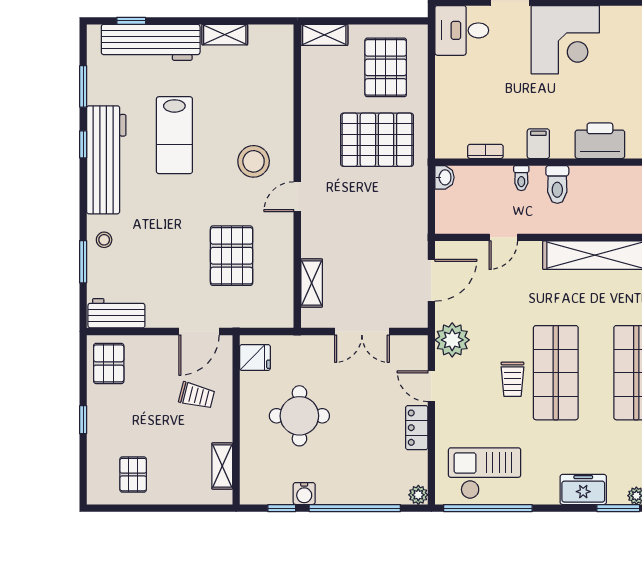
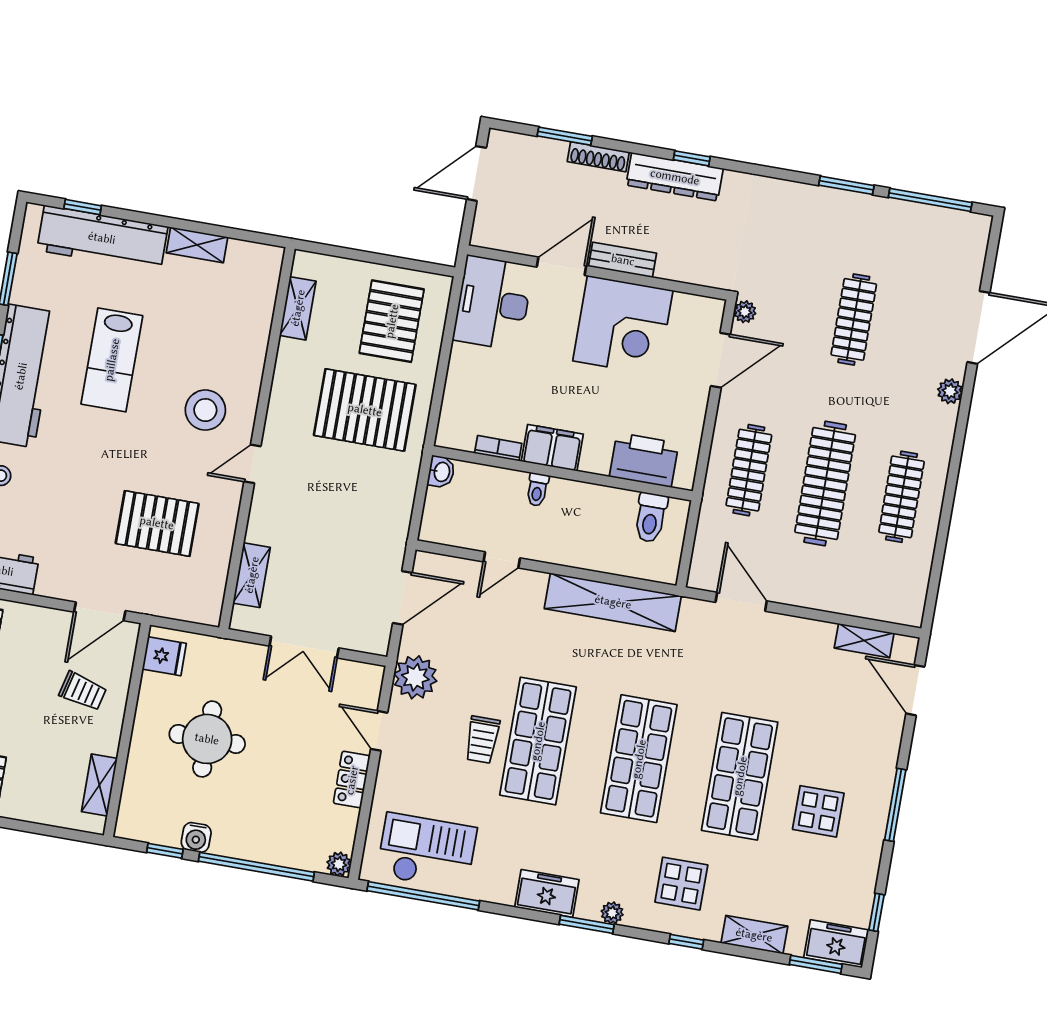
desk: (462, 30) -> (493, 303), width x1.37
shelving: (324, 35) -> (298, 308), moved, turned 90
filing cabinet: (538, 144) -> (552, 448), width x2.00
toilet: (557, 184) -> (651, 518), moved
pallet: (232, 256) -> (157, 523), turned 90

